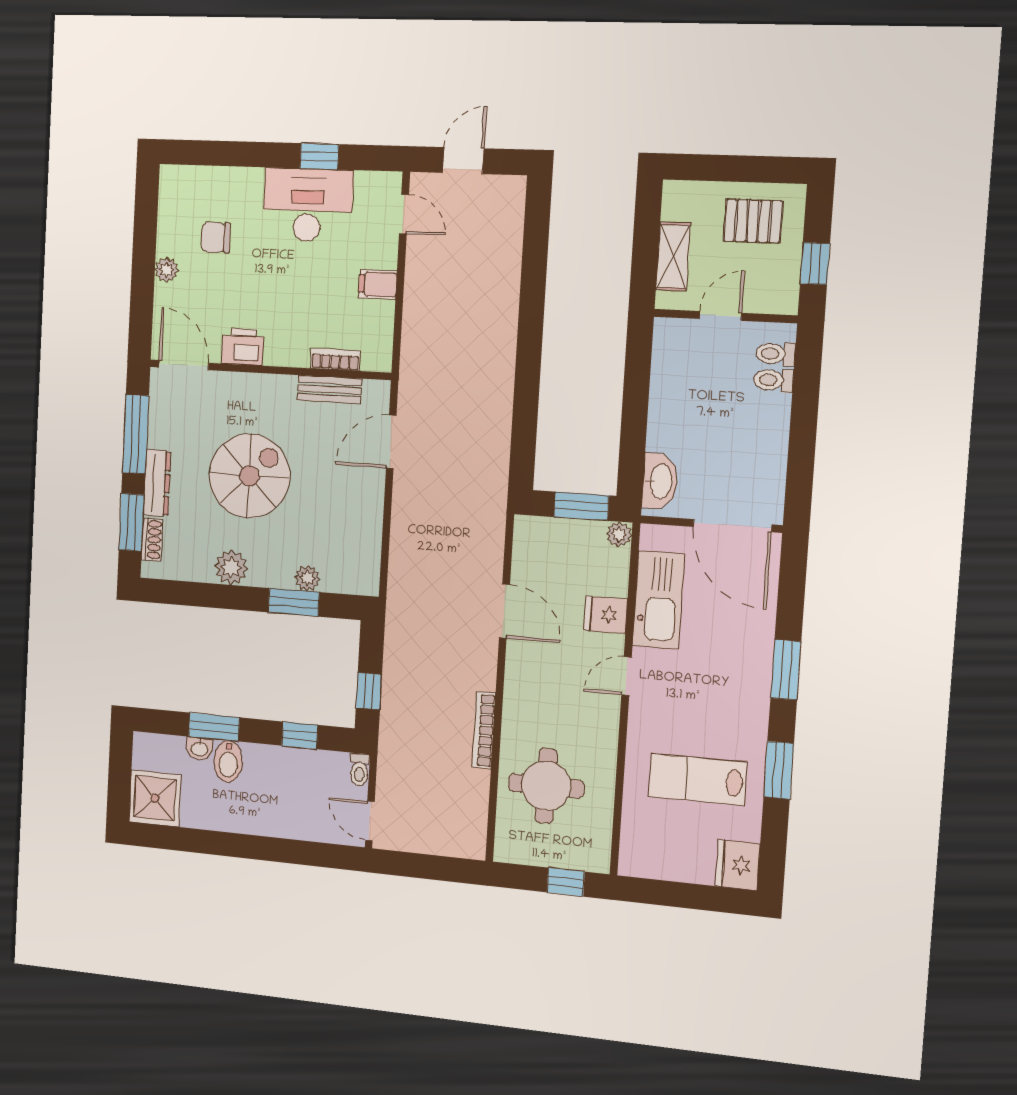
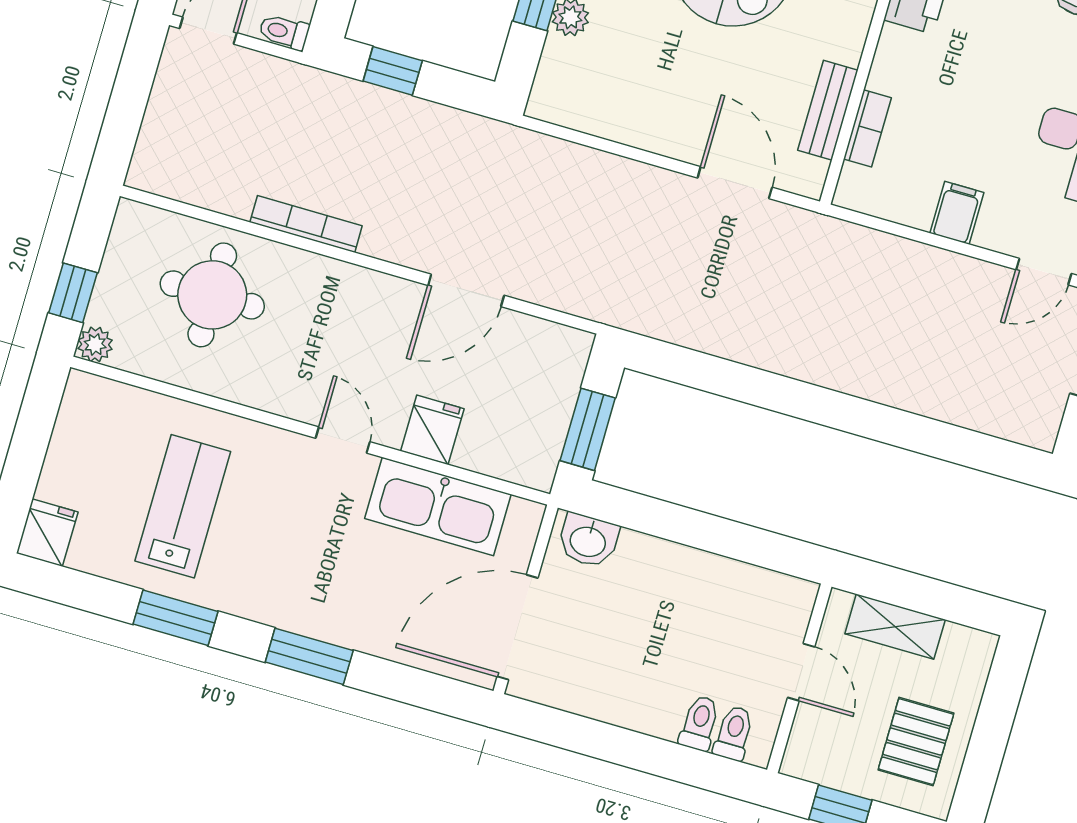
washbasin: (660, 481) -> (588, 541), width x0.72
plant: (619, 534) -> (95, 344), moved
fridge: (738, 865) -> (47, 533), width x0.72

